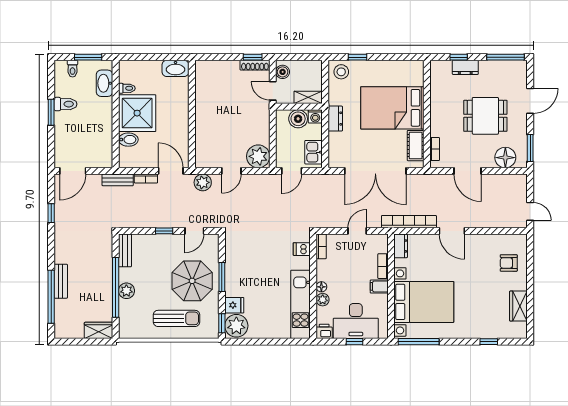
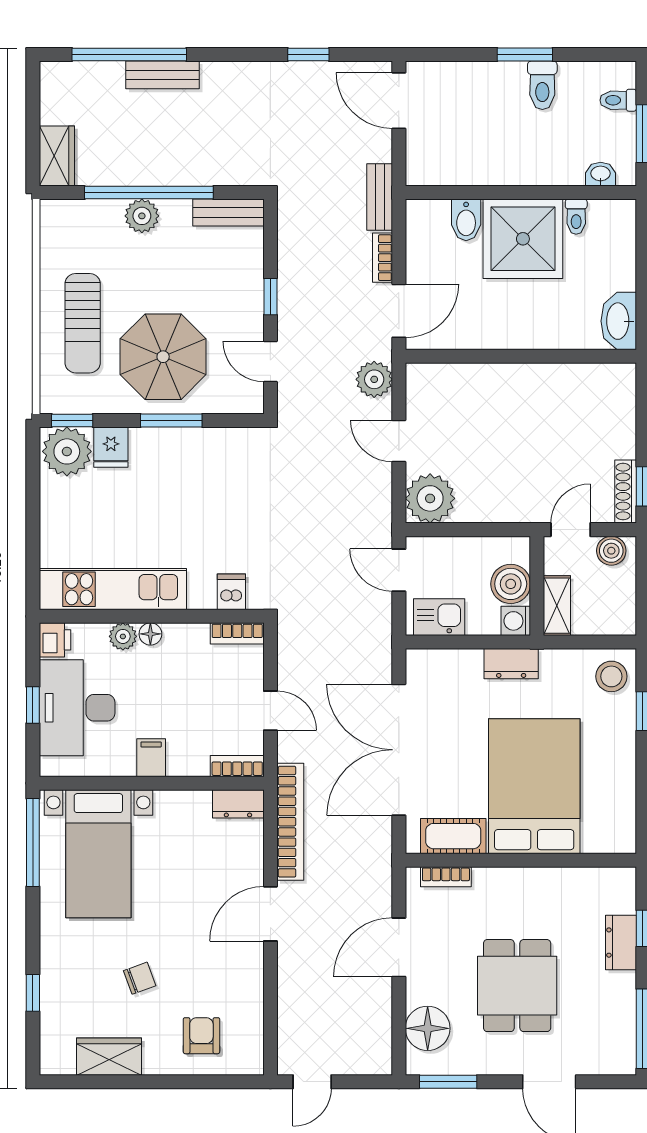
washbasin: (104, 83) -> (601, 174), width x0.52, depth x0.69
bookcase: (383, 266) -> (237, 766), moved
chair: (482, 292) -> (140, 978), added
bed with nightstands: (424, 302) -> (98, 854), width x0.73

